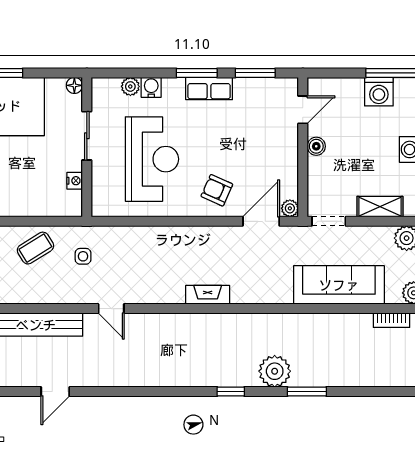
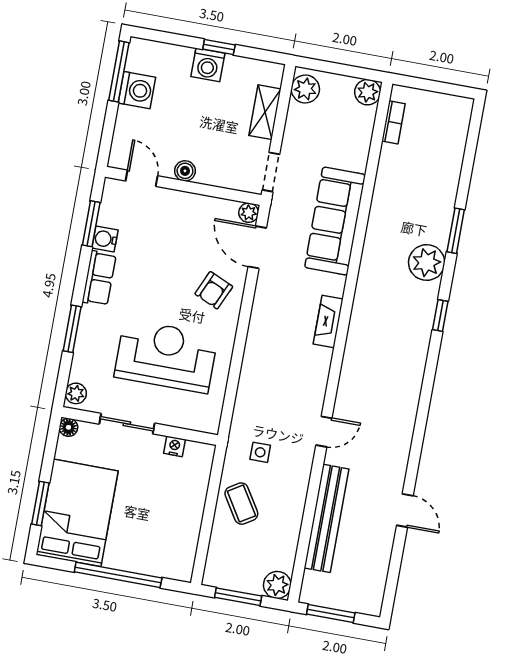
window: (197, 73) -> (72, 329), moved
plant: (130, 86) -> (76, 393), moved
water cooler: (151, 87) -> (105, 239), moved
sofa: (339, 285) -> (335, 221), moved

